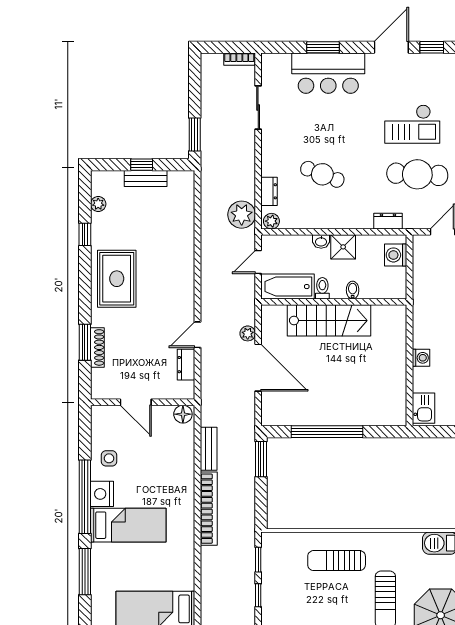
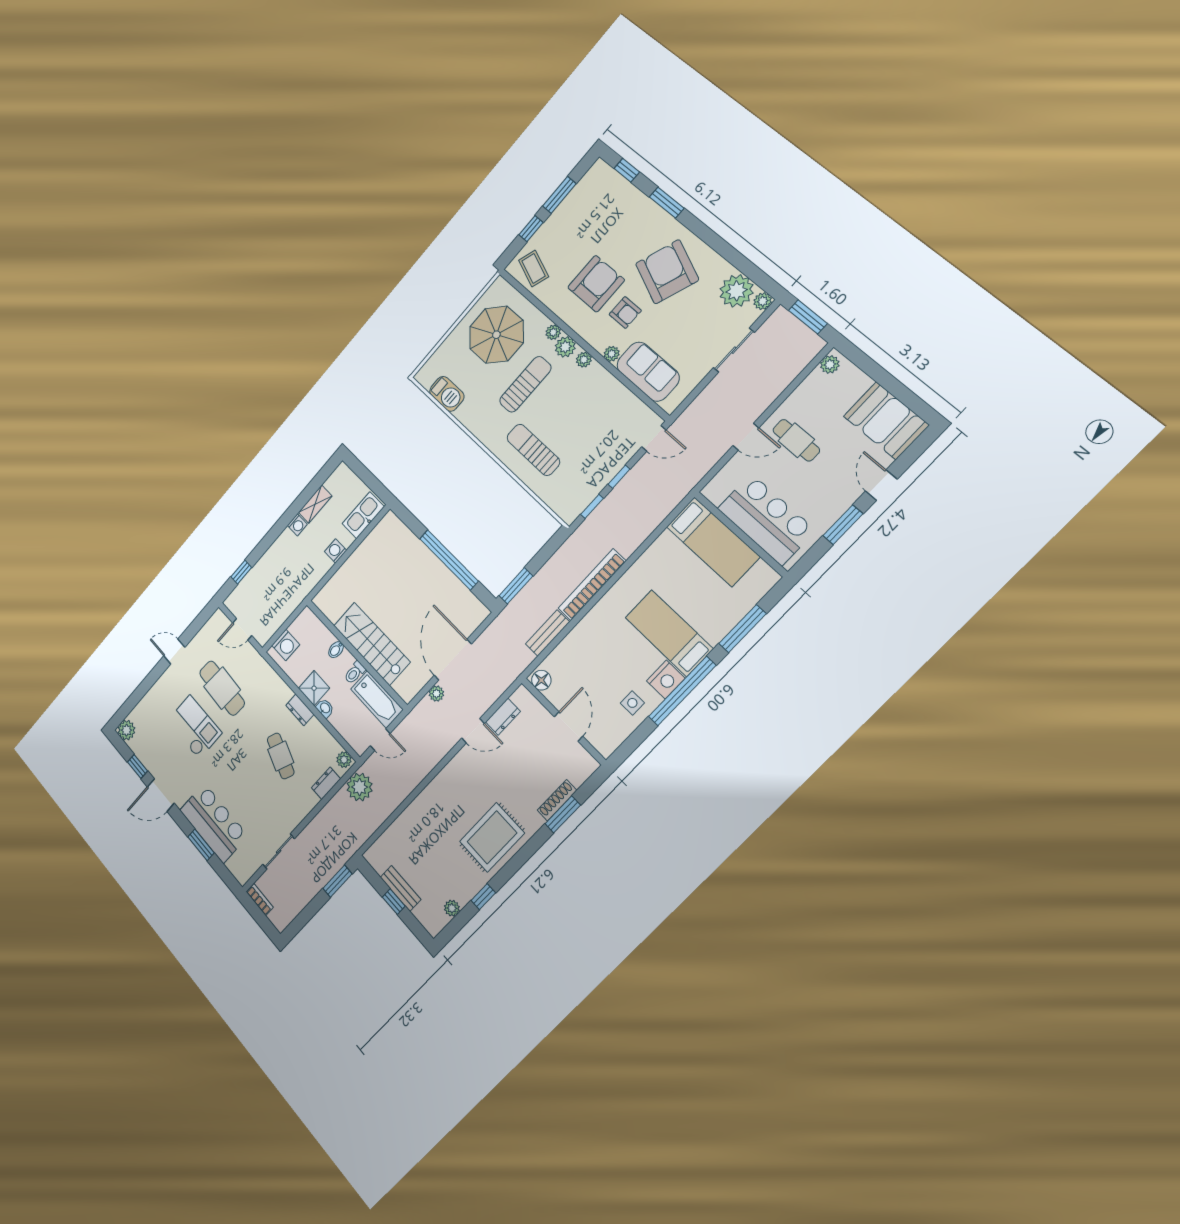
dresser: (388, 221) -> (300, 710), moved
kitchen sink: (423, 408) -> (363, 515), width x1.38
sun lounger: (337, 561) -> (533, 450), turned 180

